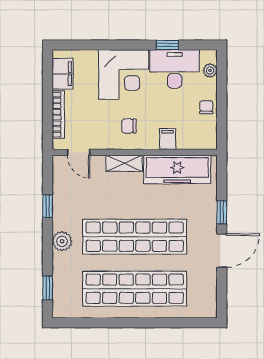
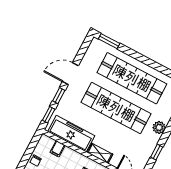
filing cabinet: (168, 139) -> (58, 149), moved
window: (222, 179) -> (49, 115), added
window: (192, 323) -> (109, 41), added

